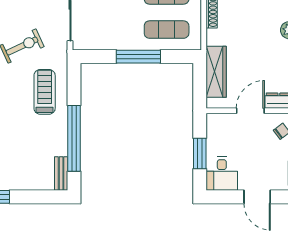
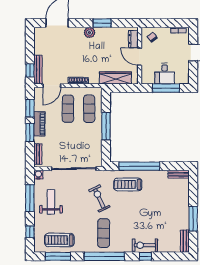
window: (74, 138) -> (139, 166), moved
window: (200, 153) -> (166, 88), width x1.44
desk: (222, 174) -> (165, 74), moved, turned 90

